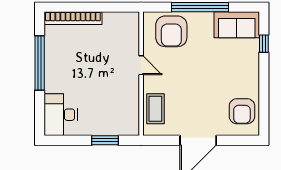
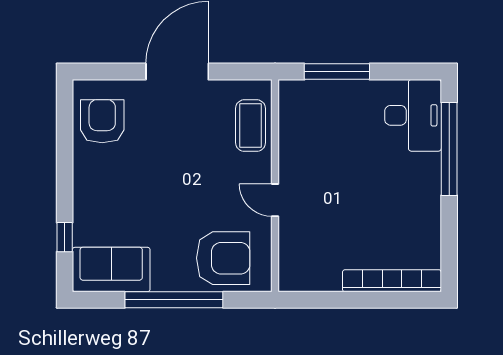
armchair: (171, 31) -> (223, 258), turned 90
window: (40, 63) -> (449, 149), moved
window: (105, 140) -> (337, 72), width x1.44

